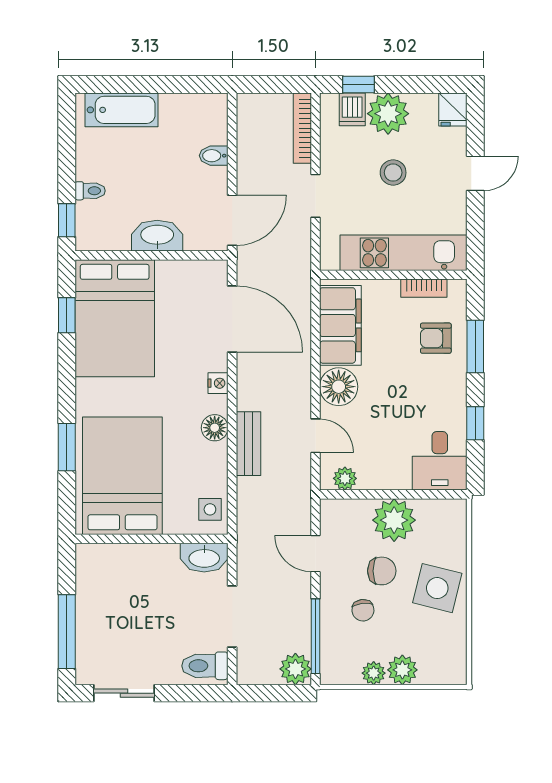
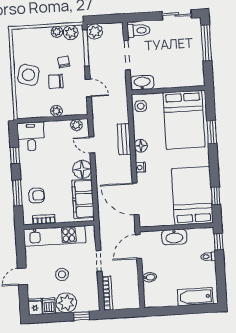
dishwasher: (352, 109) -> (49, 306), moved
plant: (394, 520) -> (57, 111), width x0.53, depth x0.53
plant: (402, 670) -> (71, 33), moved

